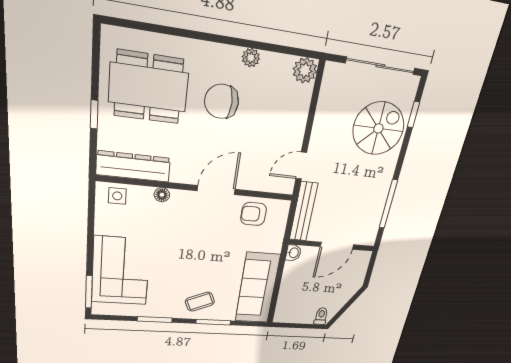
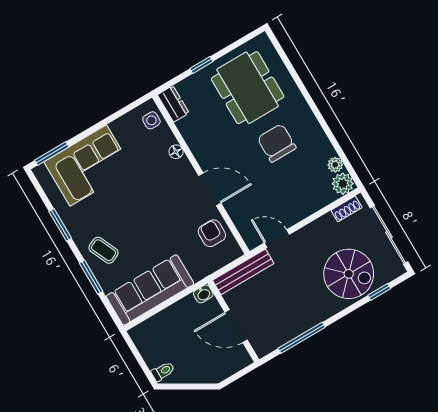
plant: (251, 58) -> (335, 165), moved
shoe rack: (328, 86) -> (347, 209), added
dresser: (133, 166) -> (173, 104), width x0.51, depth x0.80

